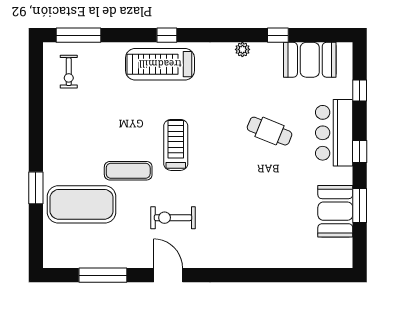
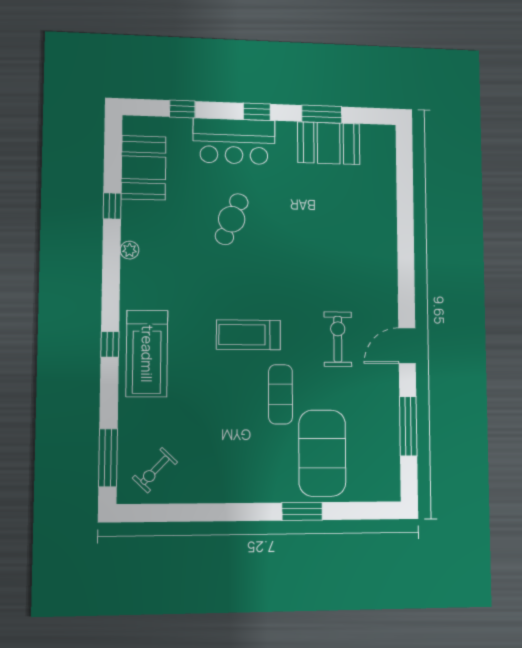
exercise bike: (69, 72) -> (155, 470), turned 134
exercise bike: (173, 218) -> (338, 339), turned 180

